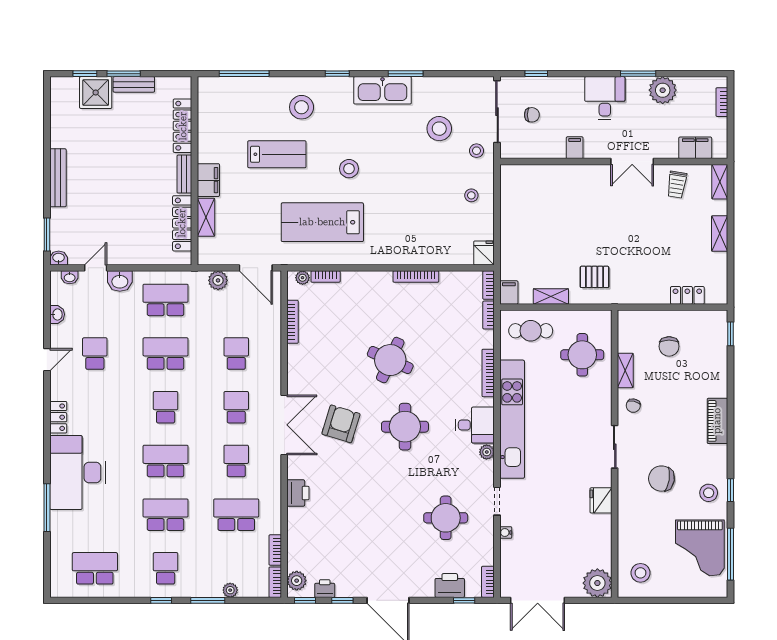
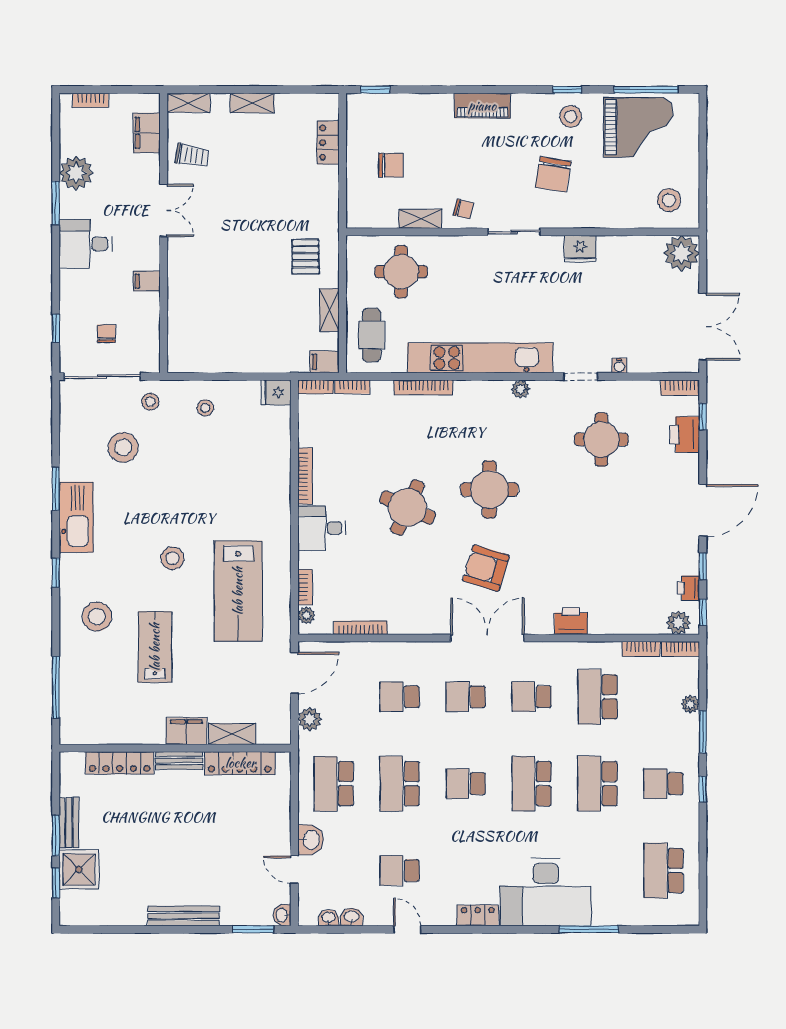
washbasin: (70, 277) -> (329, 918), moved, turned -90
desk: (475, 425) -> (322, 528), moved, turned -90

